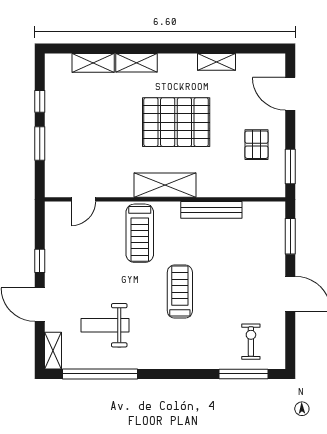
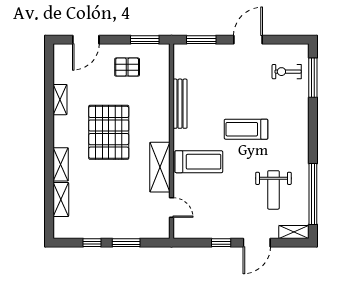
shelving: (165, 185) -> (160, 167), moved

